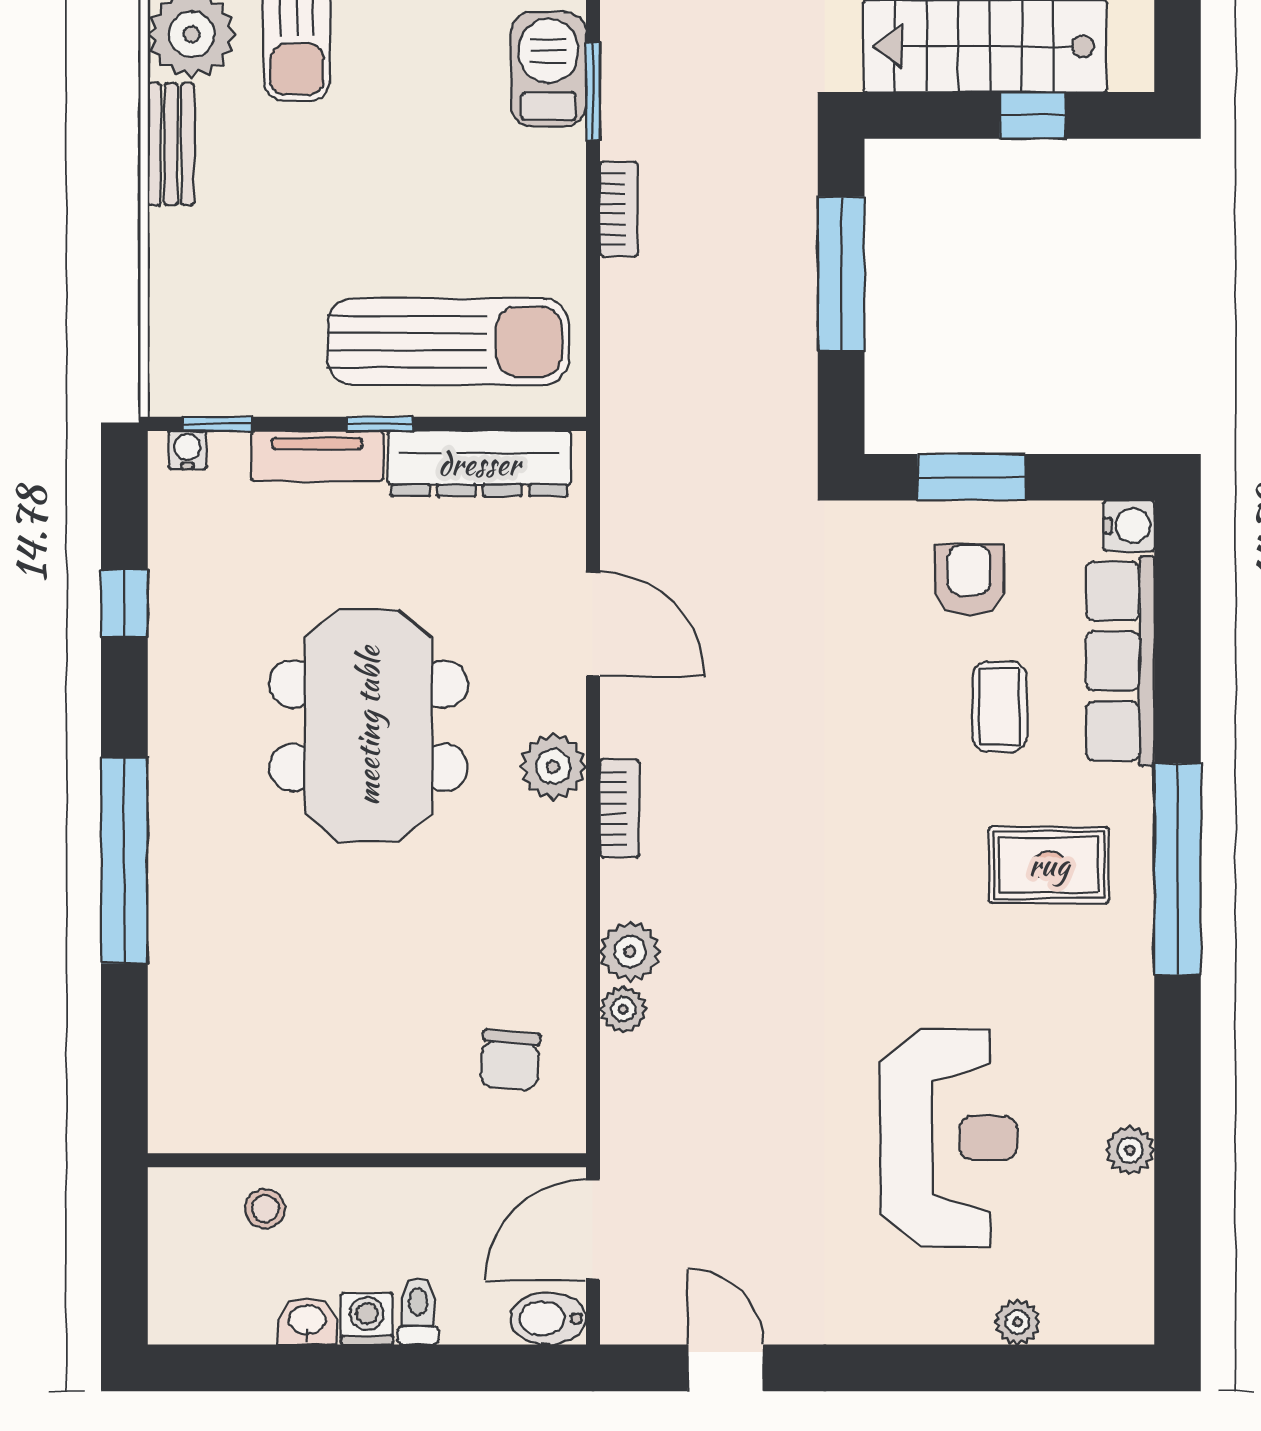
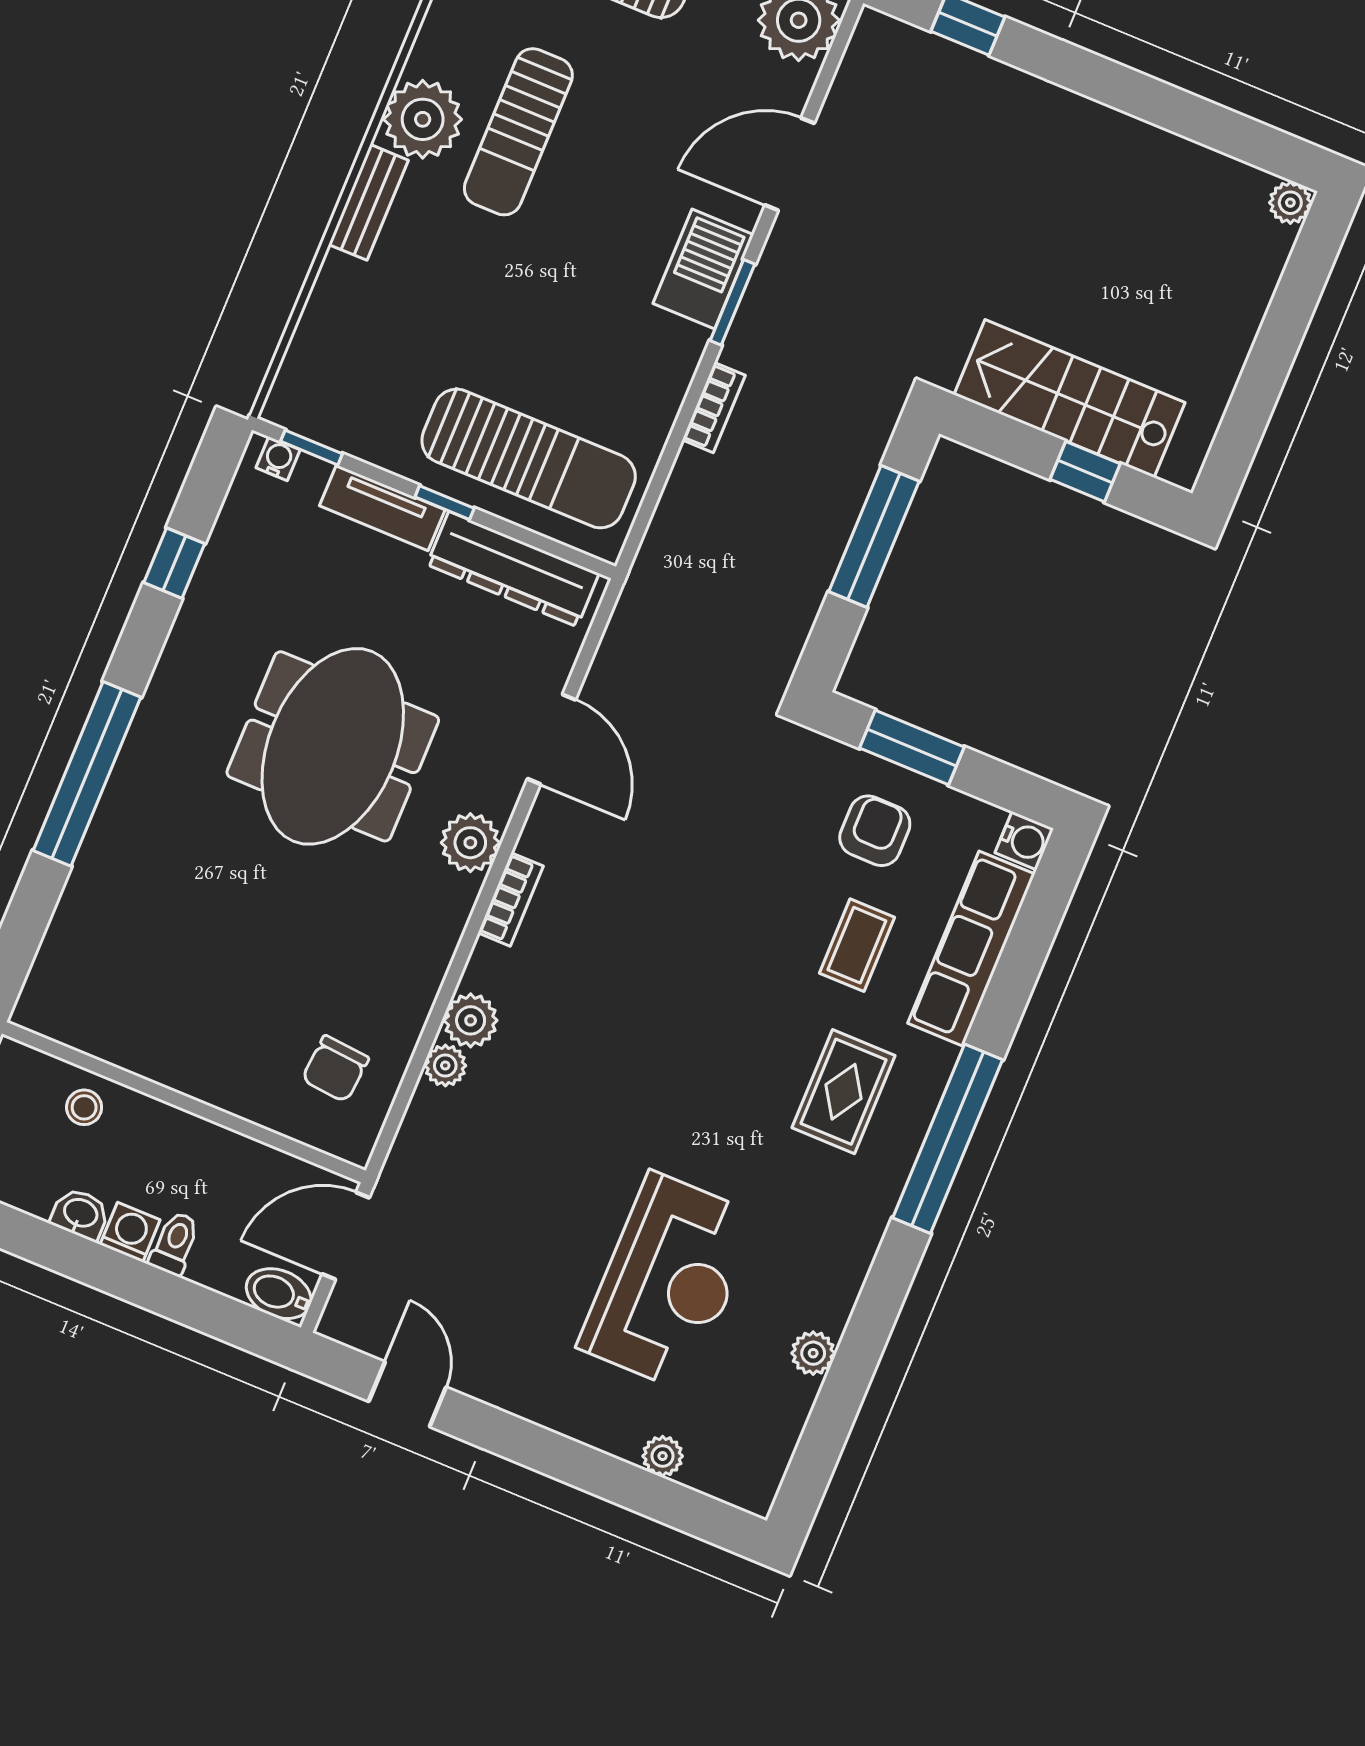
rug: (1049, 865) -> (844, 1092), turned 90

